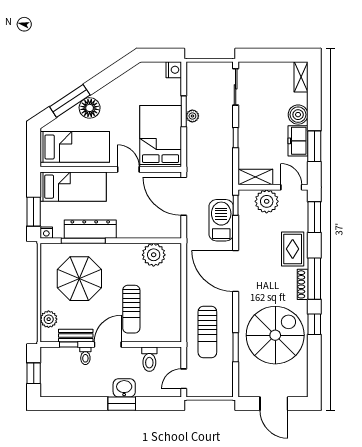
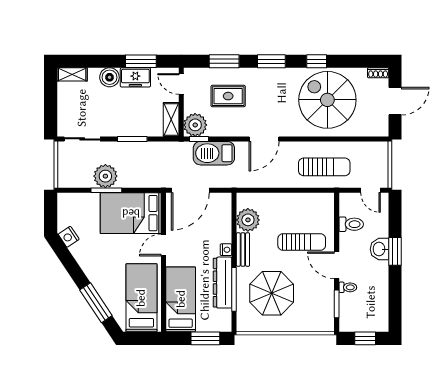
nightstand: (174, 70) -> (69, 237), moved, turned -124
floor lamp: (90, 108) -> (103, 283), removed
plant: (192, 116) -> (105, 176), width x1.88, depth x1.88
window: (236, 138) -> (132, 139), width x1.50
door: (291, 187) -> (181, 84), hinge flipped
plant: (267, 201) -> (195, 125), moved
window: (314, 217) -> (224, 61), moved
nightstand: (46, 233) -> (226, 250), moved
rug: (293, 249) -> (228, 96), moved
door: (236, 271) -> (264, 139), width x0.73
window: (314, 279) -> (271, 61), width x0.69
shoe rack: (303, 284) -> (378, 73), moved, width x0.70
plant: (49, 319) -> (312, 324), removed
bench: (76, 336) -> (243, 250), moved
window: (69, 344) -> (337, 304), width x1.50
window: (236, 347) -> (339, 139), removed

